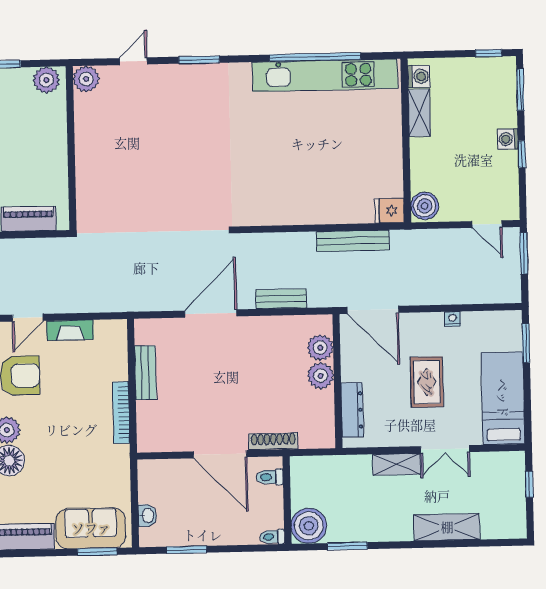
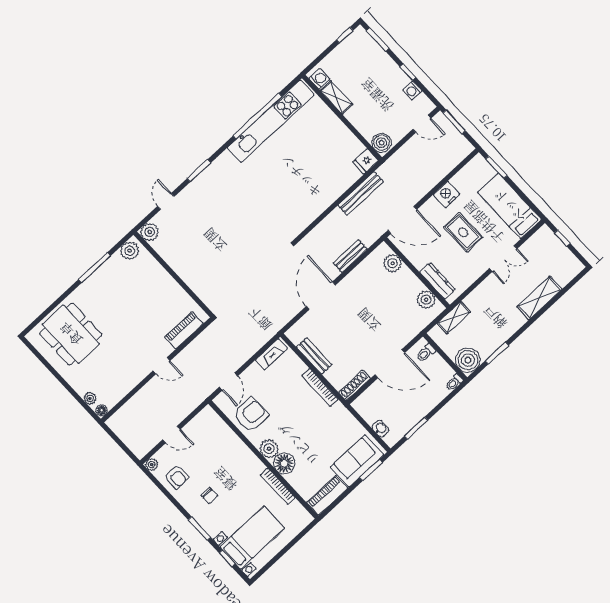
washing machine: (508, 139) -> (412, 90), moved
nightstand: (452, 319) -> (447, 194), width x1.89, depth x1.79
fireplace: (70, 330) -> (271, 354), moved
plant: (321, 376) -> (426, 300), moved
shoe rack: (273, 441) -> (355, 385), moved
shelving: (397, 464) -> (454, 318), moved

